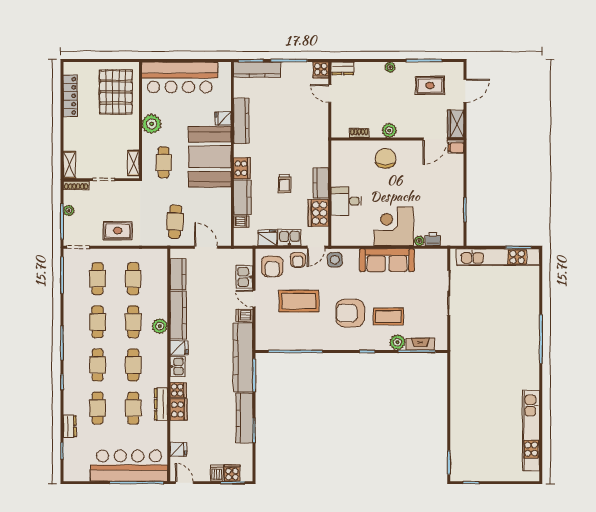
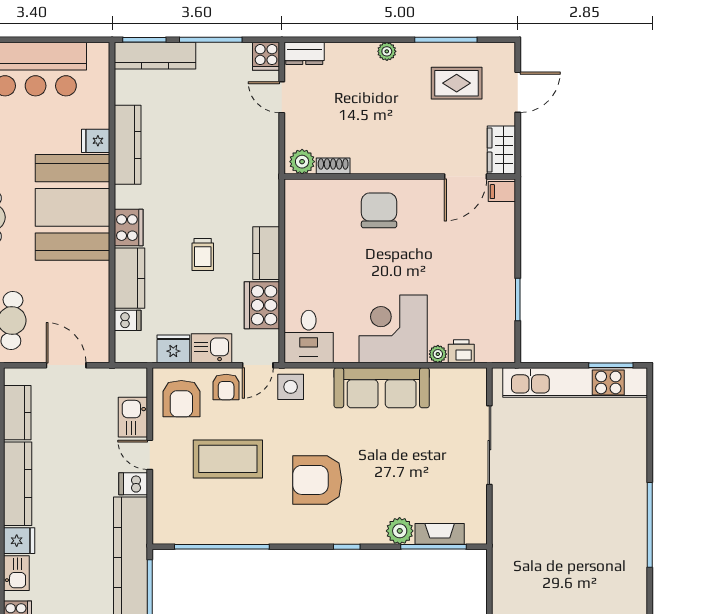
plant: (389, 130) -> (302, 162), moved
desk: (346, 201) -> (309, 336), moved, turned -90
coffee table: (388, 316) -> (384, 486), removed

